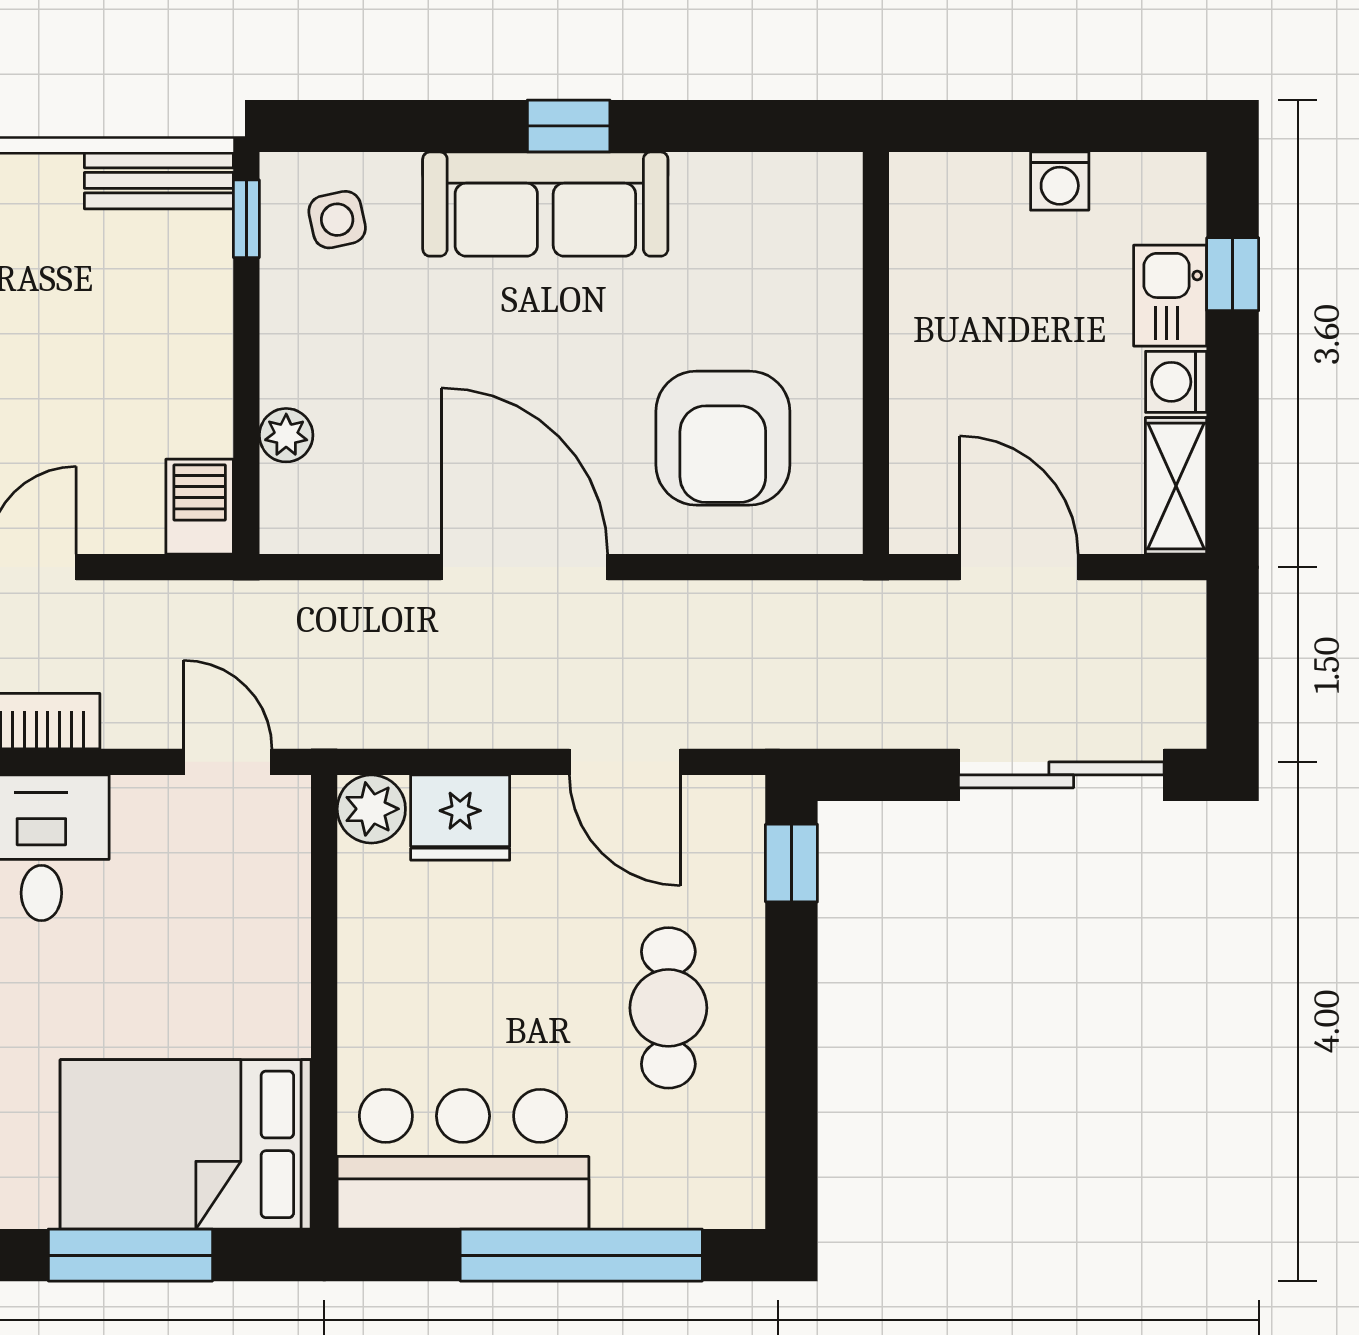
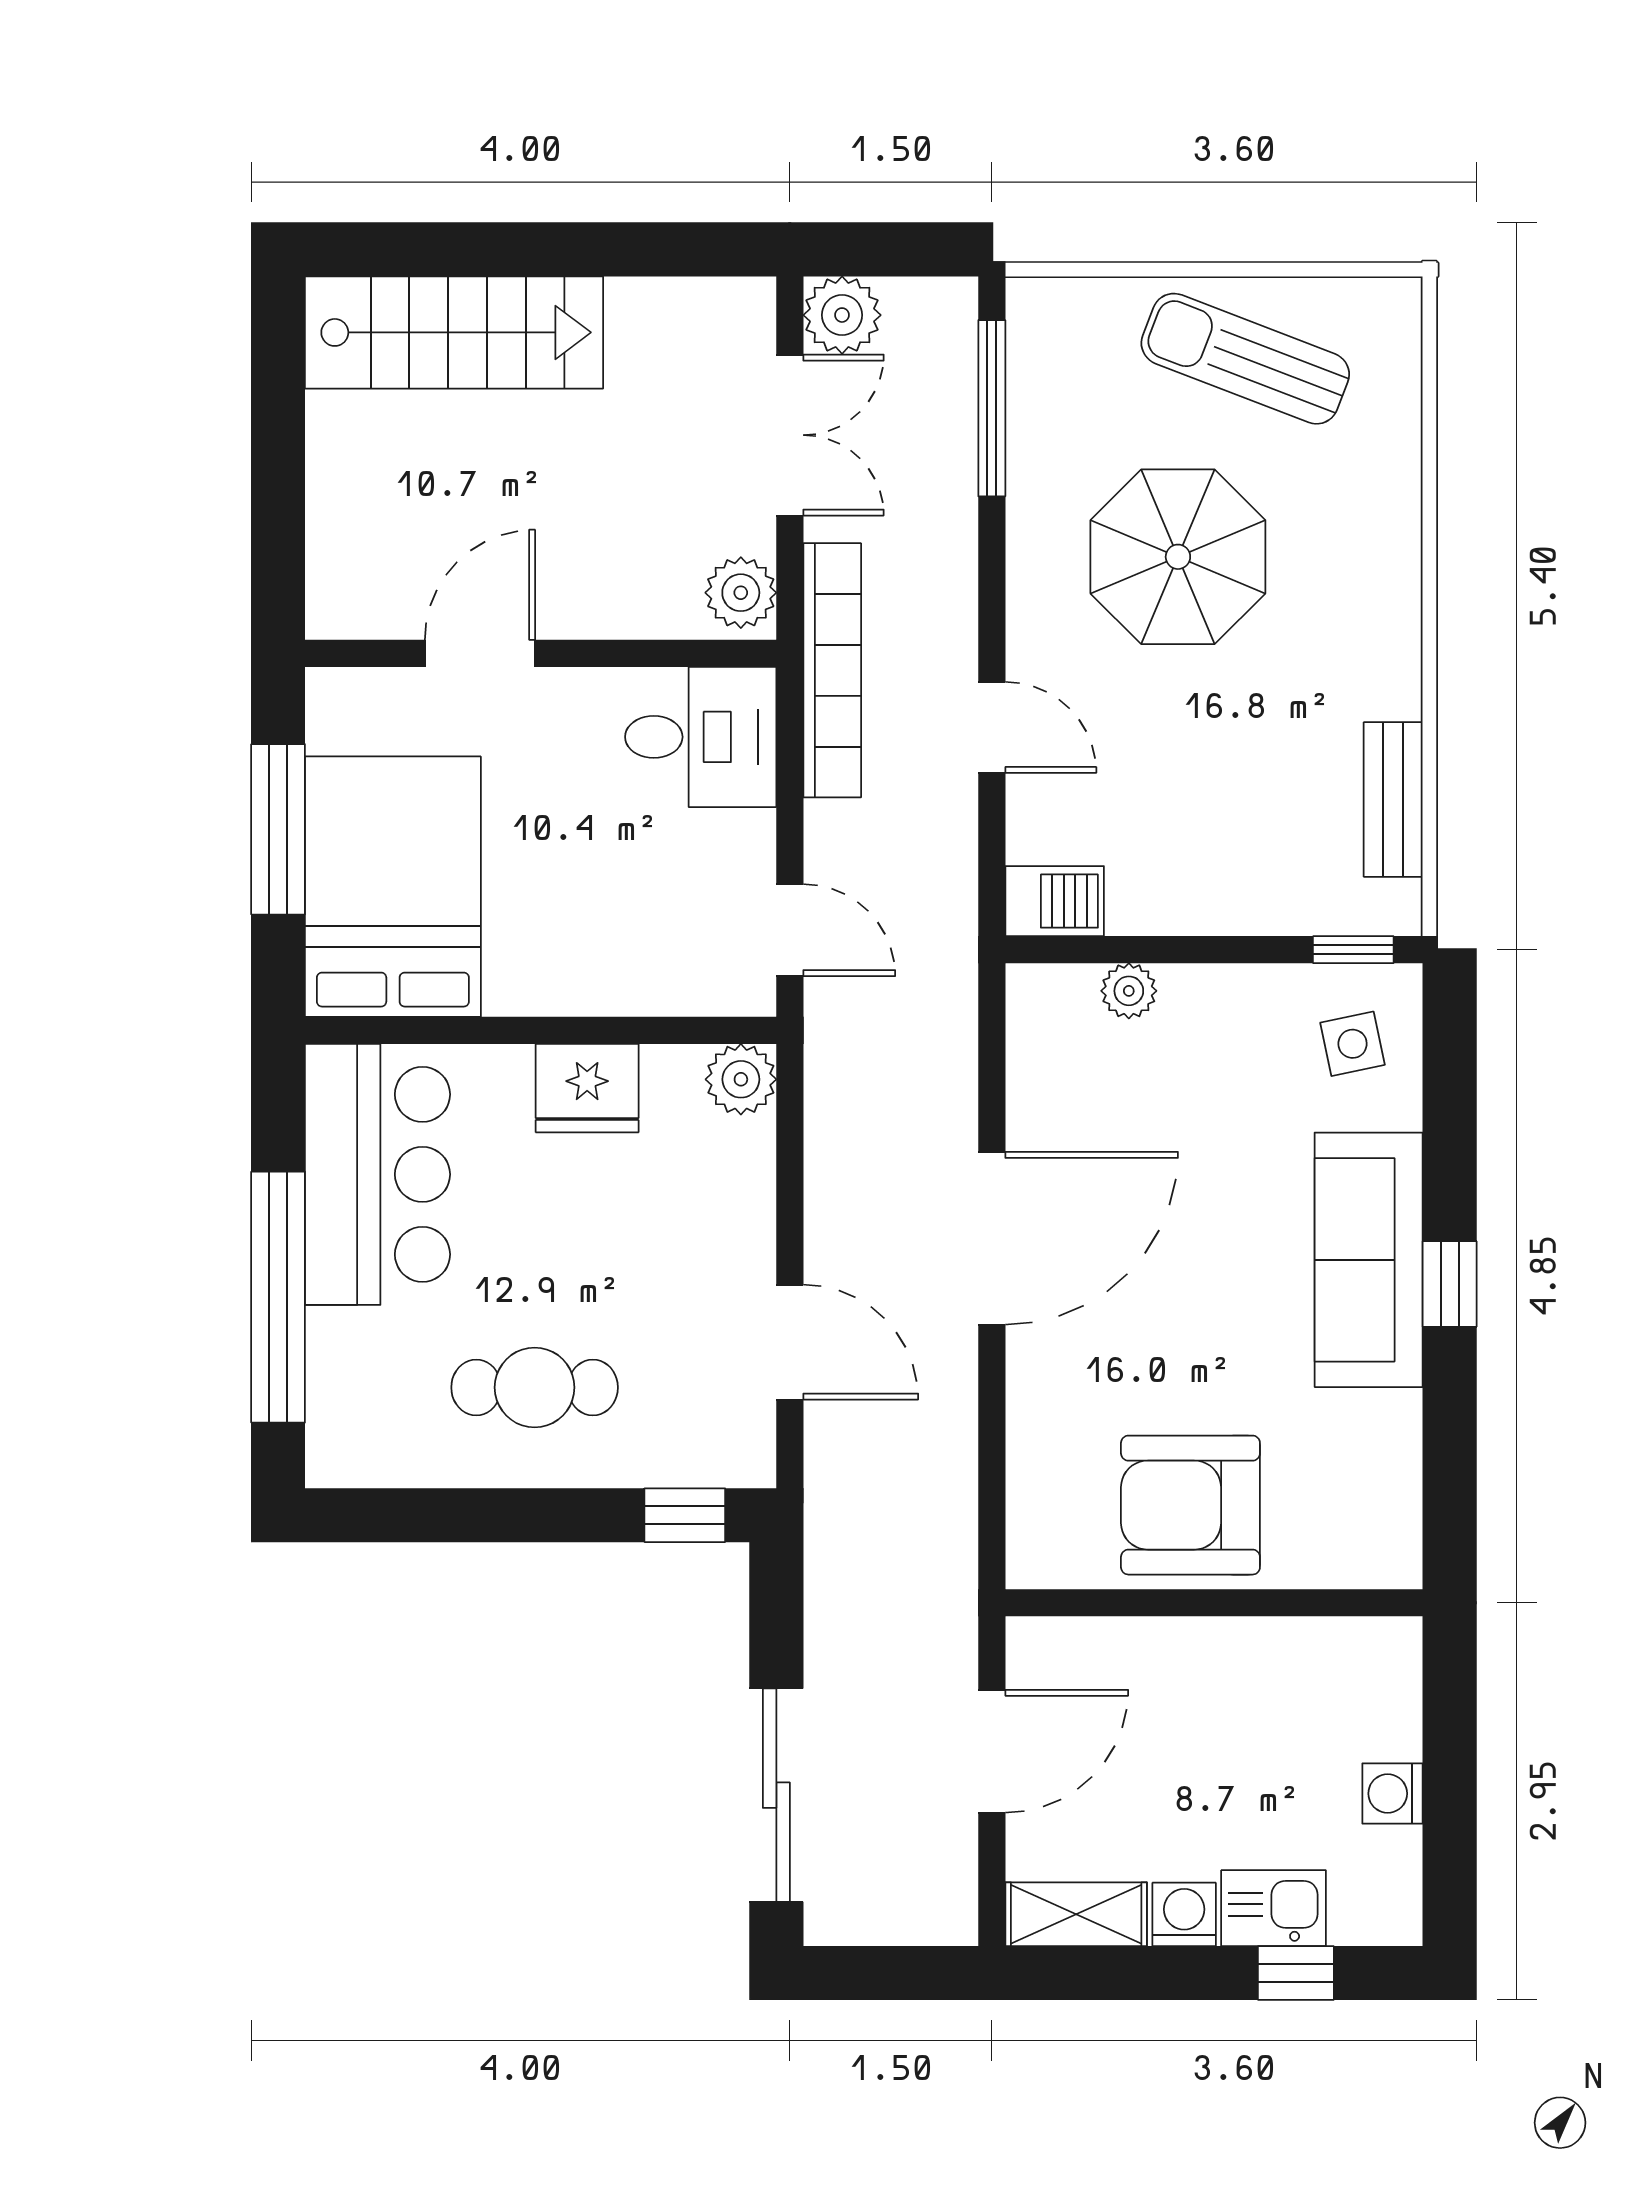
bench: (159, 180) -> (1393, 800), moved
armchair: (723, 438) -> (1190, 1505), moved
door: (228, 762) -> (790, 930), hinge flipped
door: (625, 762) -> (790, 1342), swing flipped
fridge: (460, 818) -> (587, 1088), moved, turned -90

